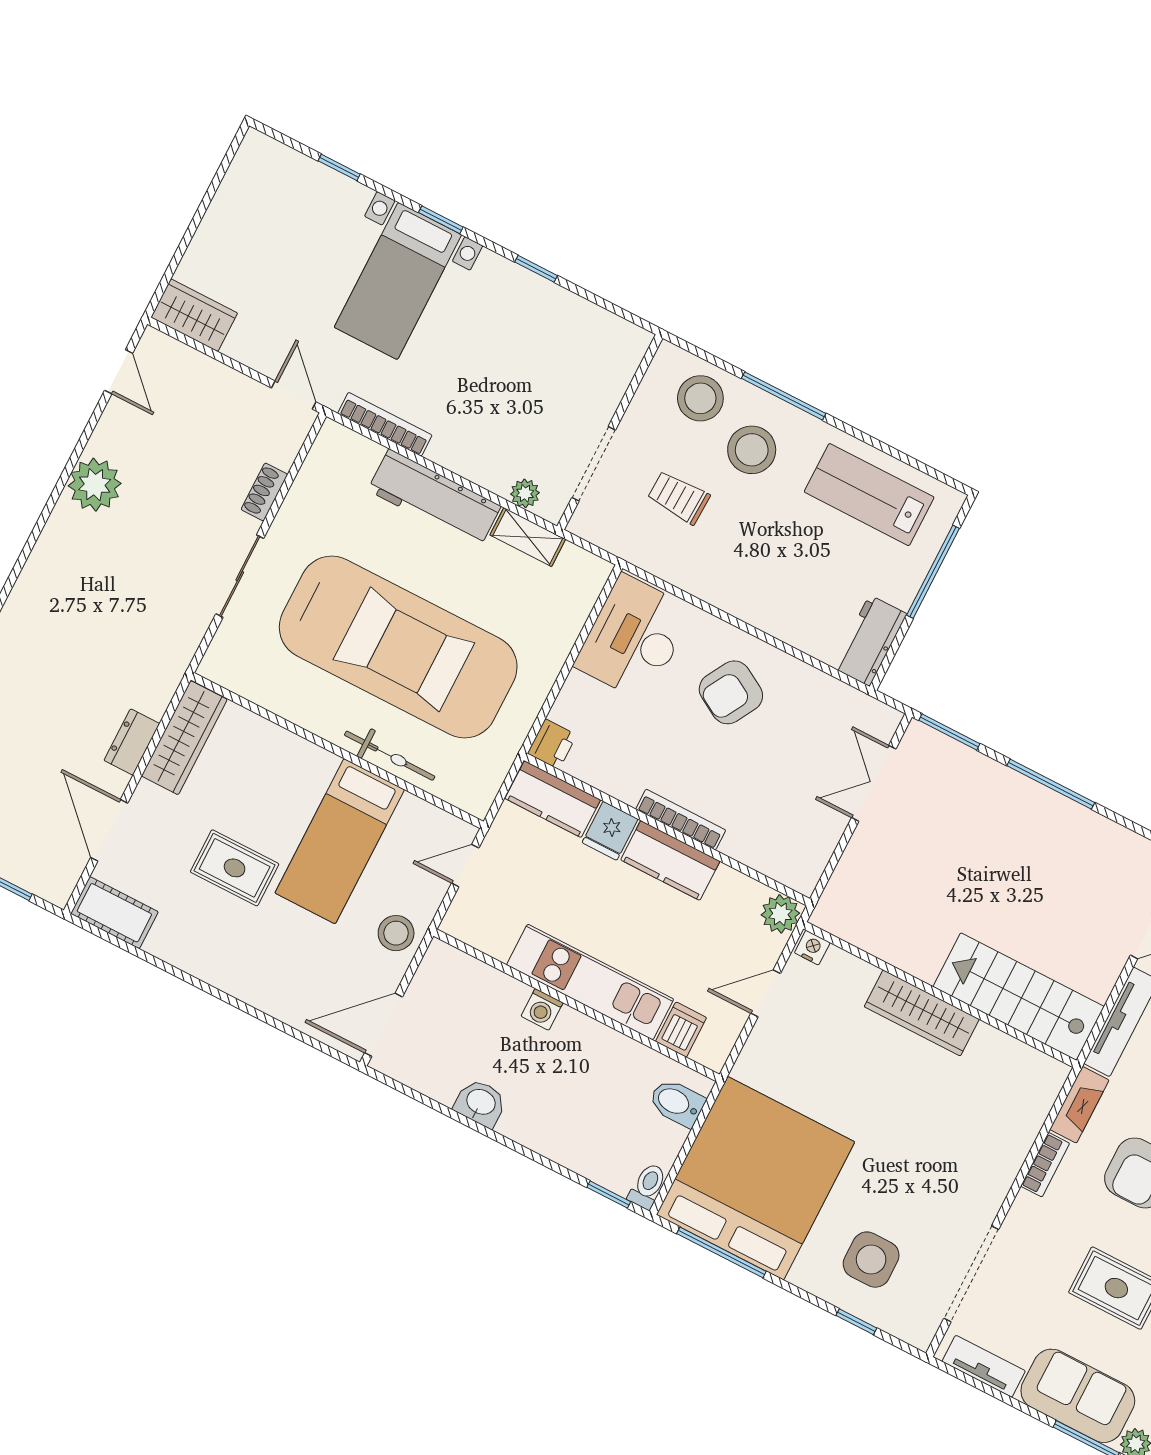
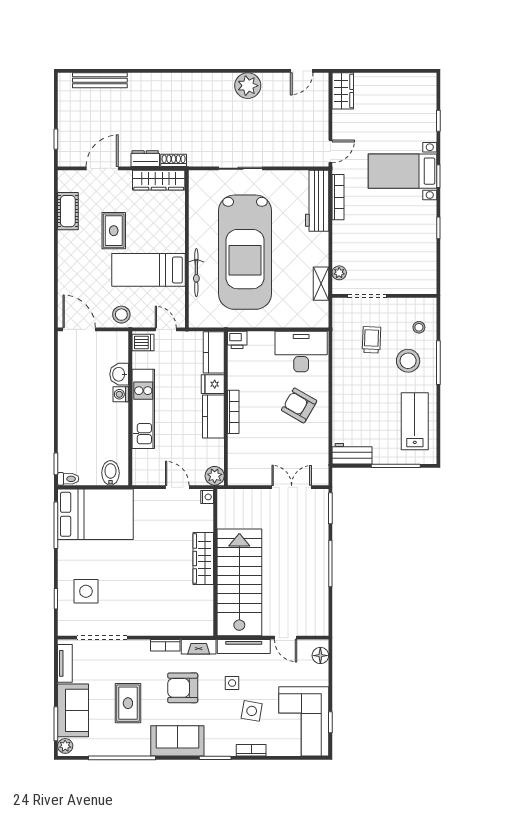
stool: (700, 398) -> (419, 327), width x0.53, depth x0.53
shoe rack: (264, 492) -> (174, 160), moved
workbench: (434, 498) -> (317, 201), moved
cot: (114, 913) -> (68, 211), moved
stairs: (1019, 997) -> (239, 582), width x1.36, depth x1.51
dishwasher: (681, 1030) -> (143, 342), moved
washbasin: (480, 1103) -> (119, 374), moved, turned 180
bed: (755, 1178) -> (95, 514), width x0.73

